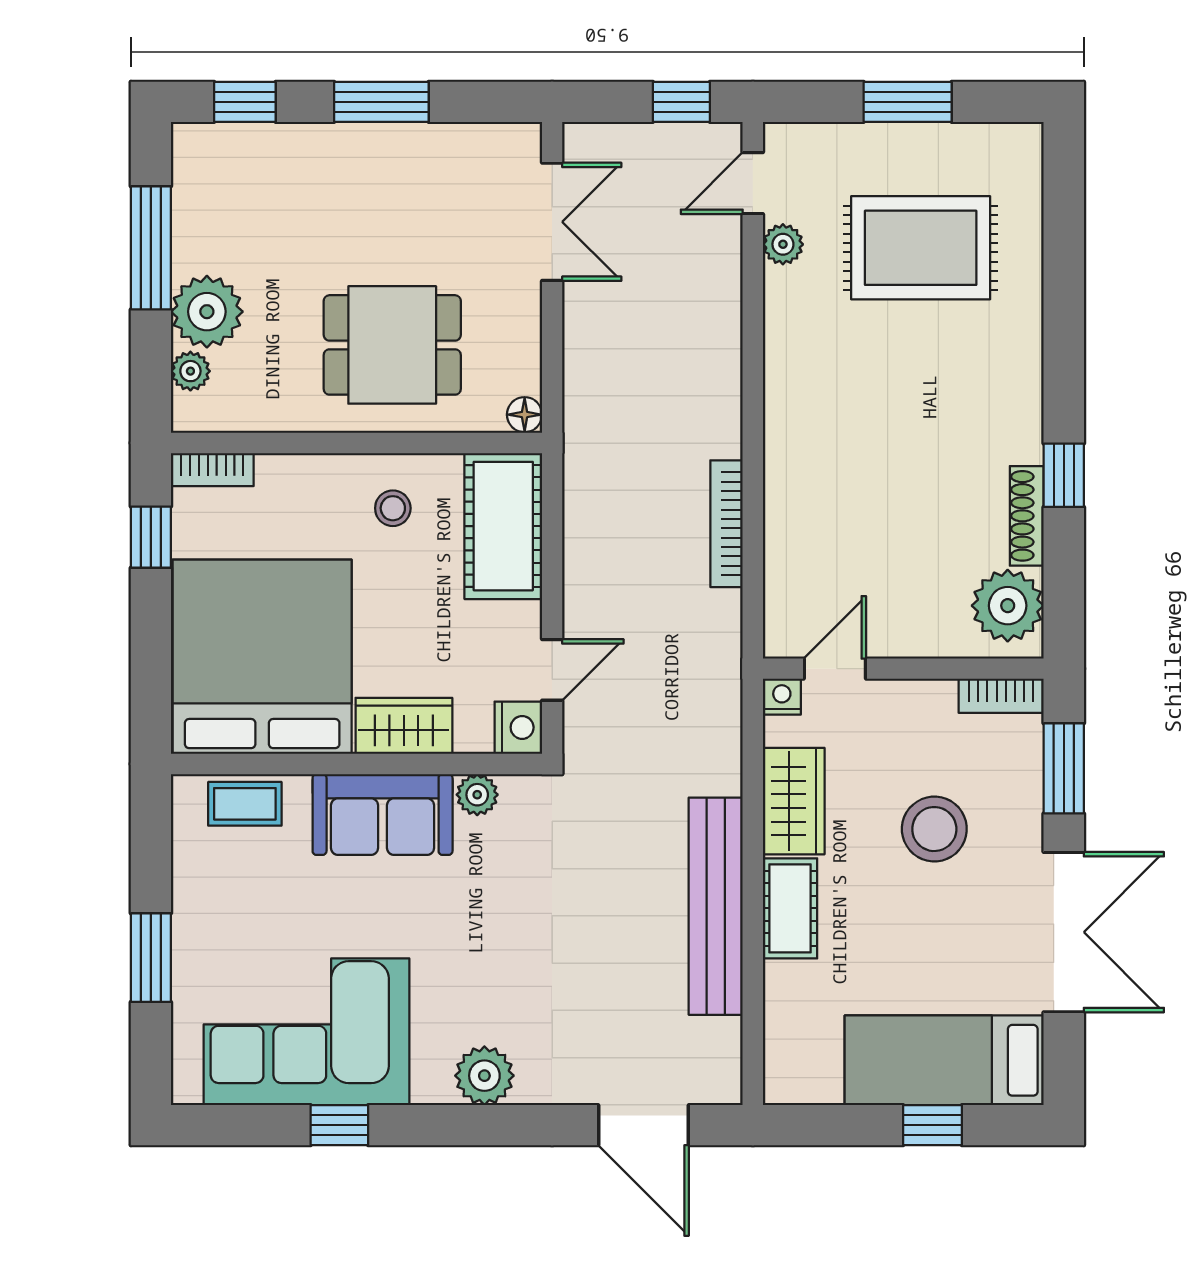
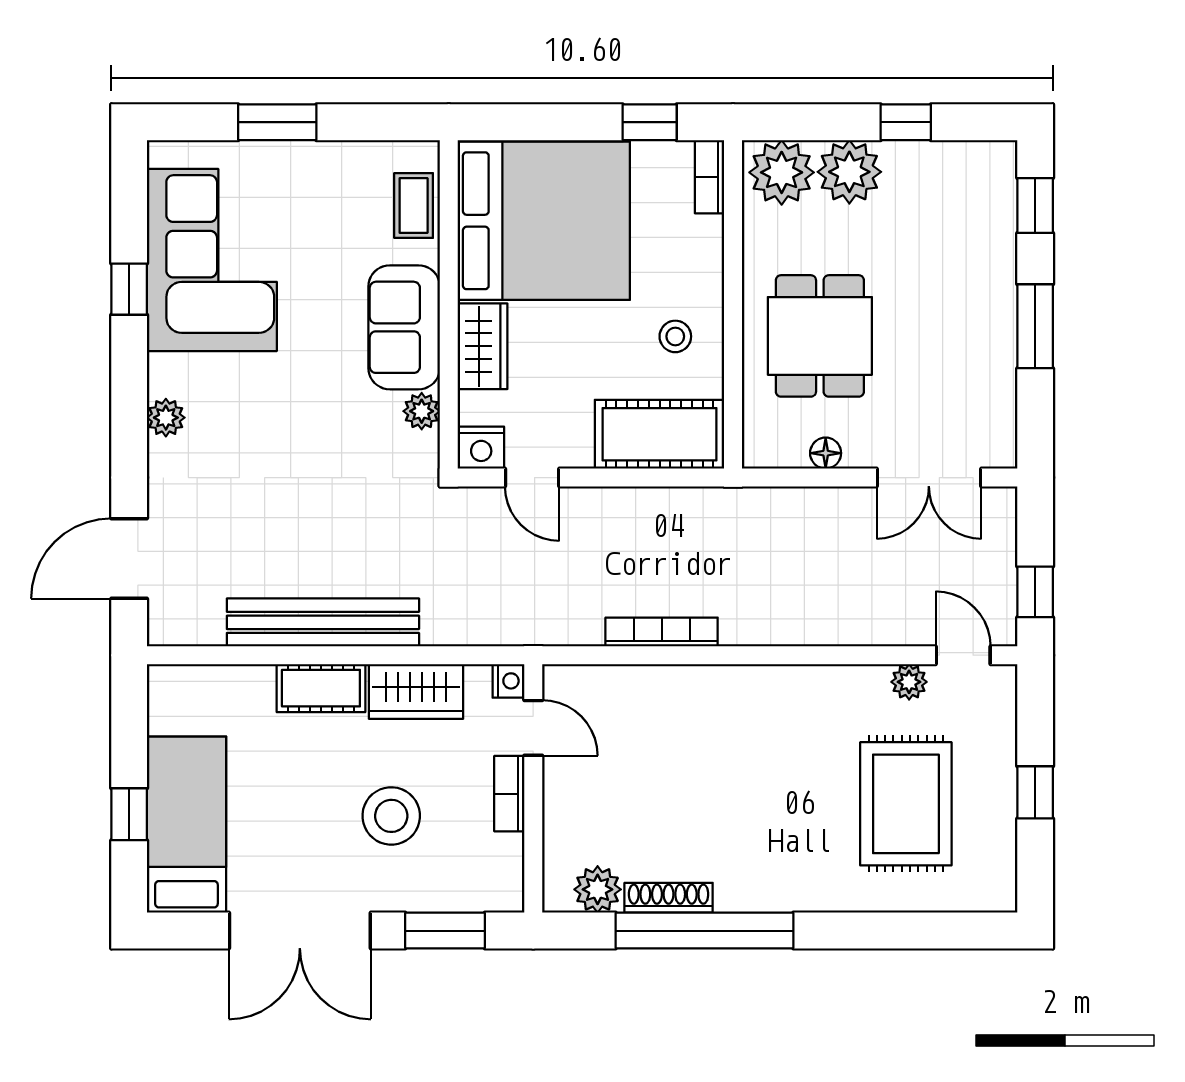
window: (908, 102) -> (1035, 792), width x0.67
window: (151, 248) -> (906, 122), width x0.46
plant: (190, 371) -> (782, 172), width x1.88, depth x1.88
floor lamp: (525, 415) -> (826, 453), moved
window: (1064, 475) -> (705, 931), width x3.17
plant: (1008, 606) -> (598, 889), width x0.73, depth x0.73
bookcase: (1001, 696) -> (509, 794), moved
plant: (484, 1076) -> (166, 418), width x0.73, depth x0.73

